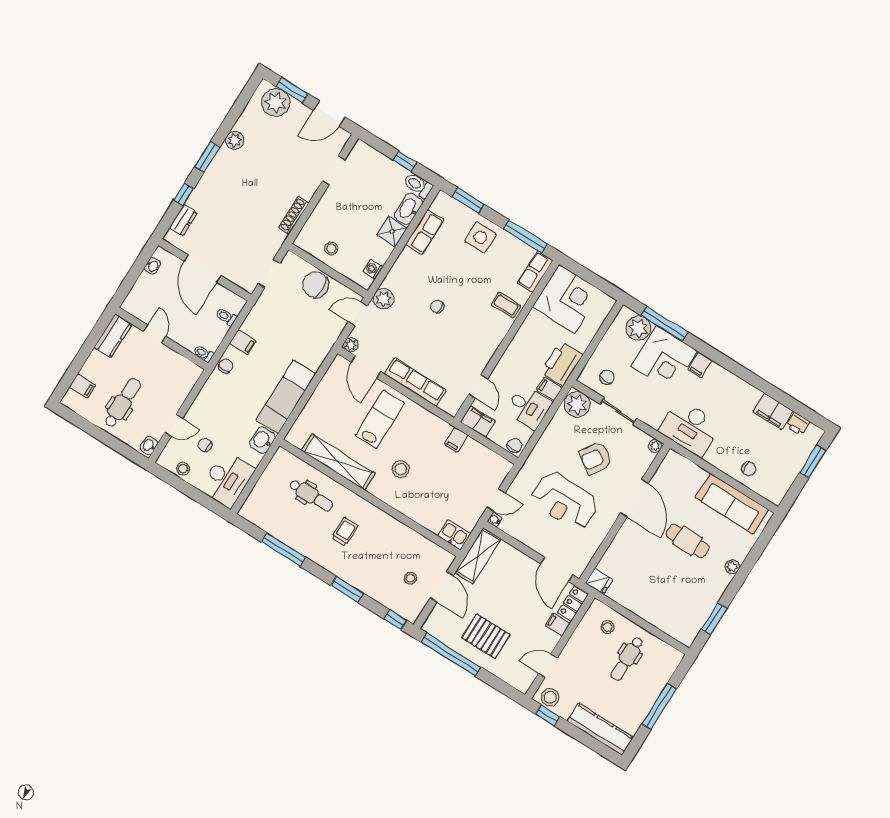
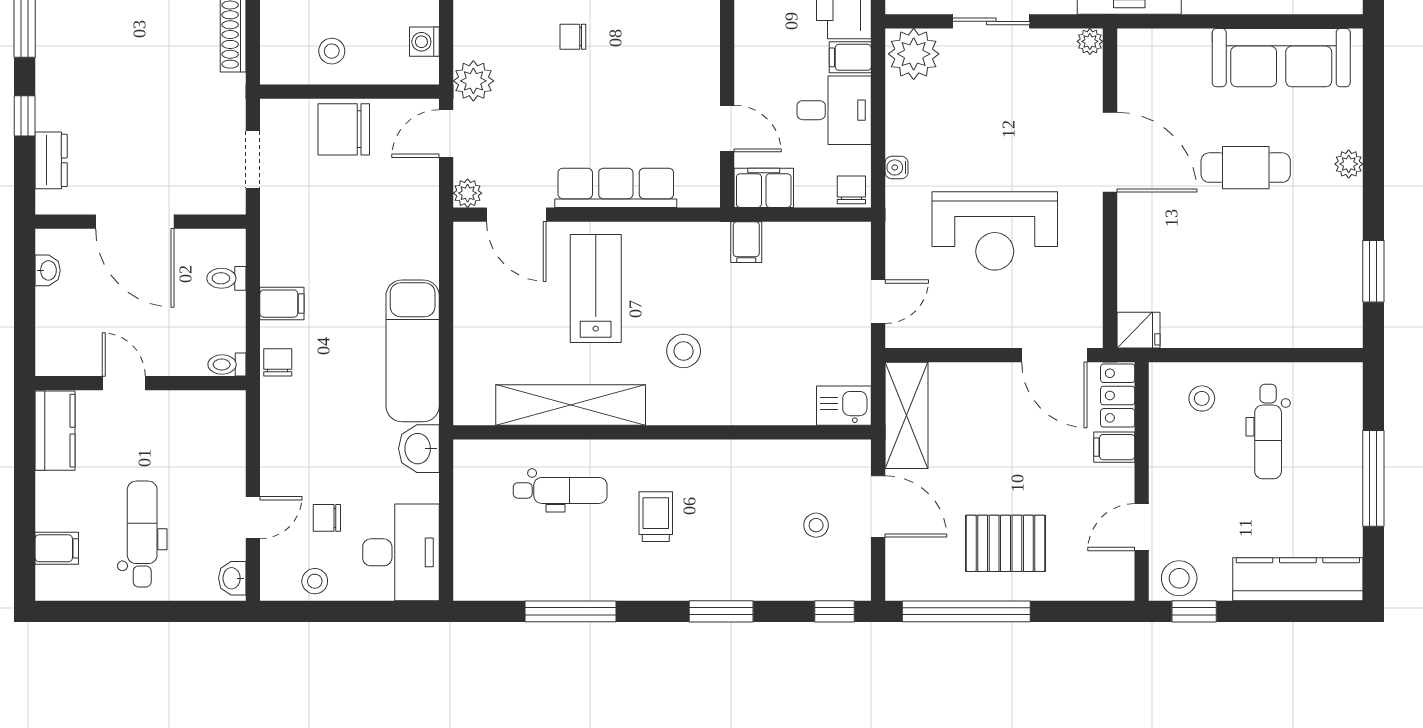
armchair: (596, 458) -> (1002, 125), removed
water cooler: (495, 520) -> (897, 167), moved

